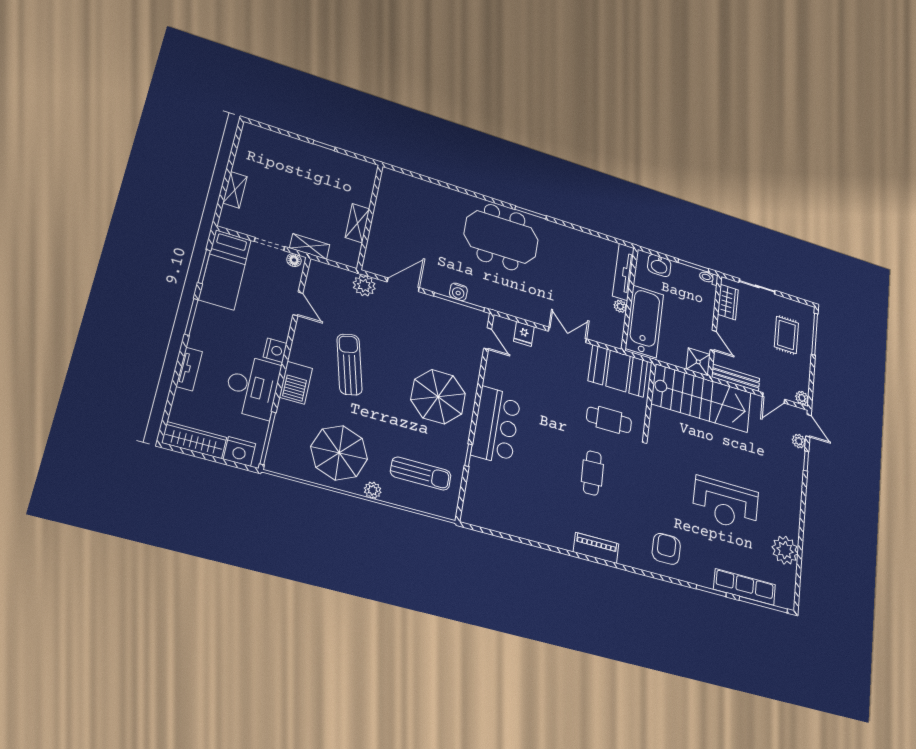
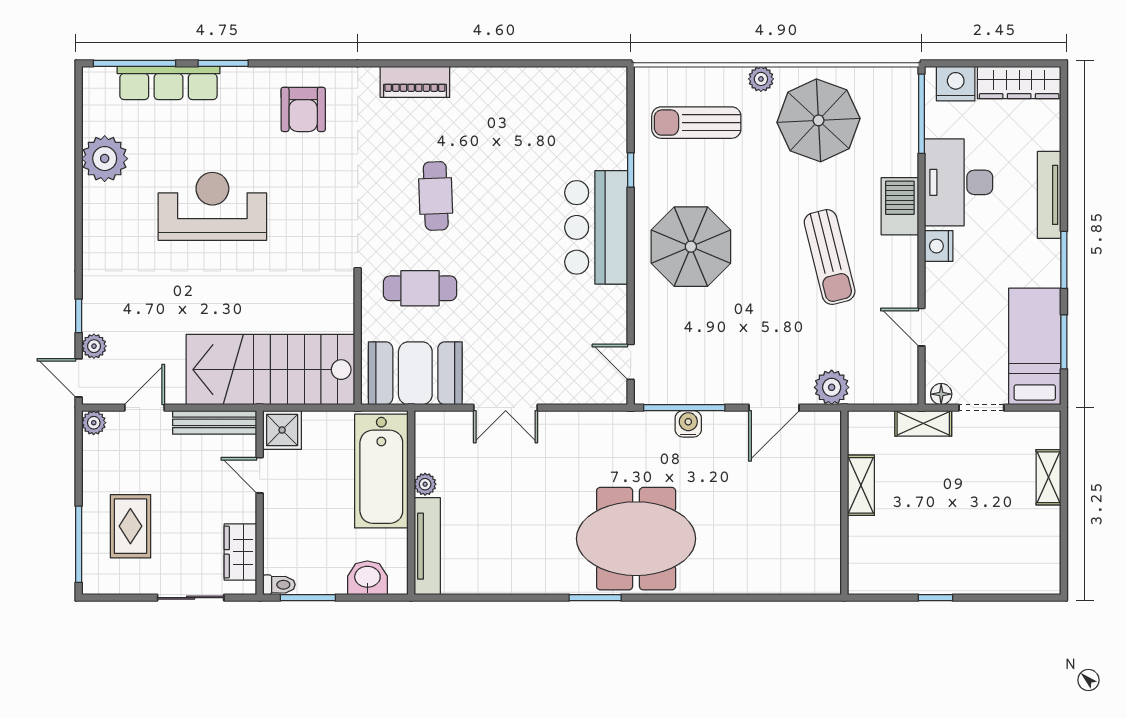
fridge: (524, 334) -> (575, 387), removed
tv unit: (189, 369) -> (1049, 195), width x1.41

